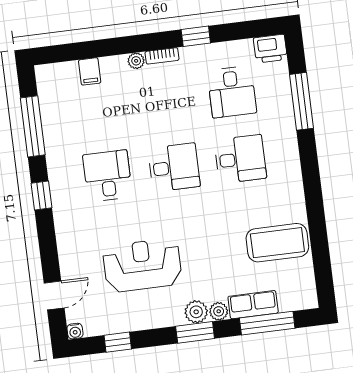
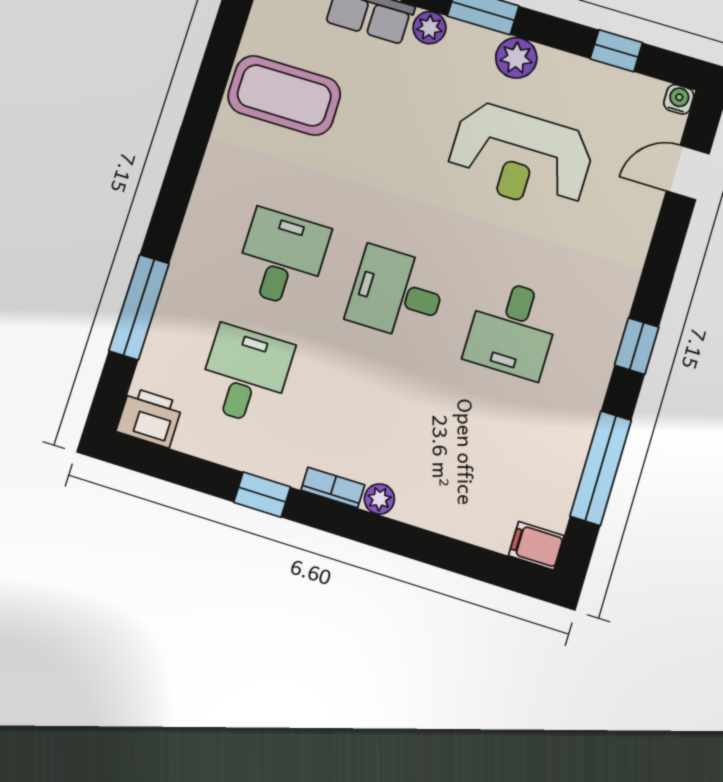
filing cabinet: (90, 71) -> (536, 546), moved, turned -90
desk: (240, 159) -> (282, 258), turned 90
plant: (196, 312) -> (516, 58), moved

